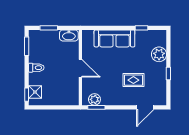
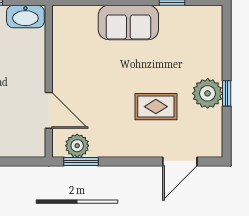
sofa: (114, 38) -> (128, 22), width x0.73
plant: (159, 54) -> (208, 93), moved
door: (80, 68) -> (49, 110), moved

